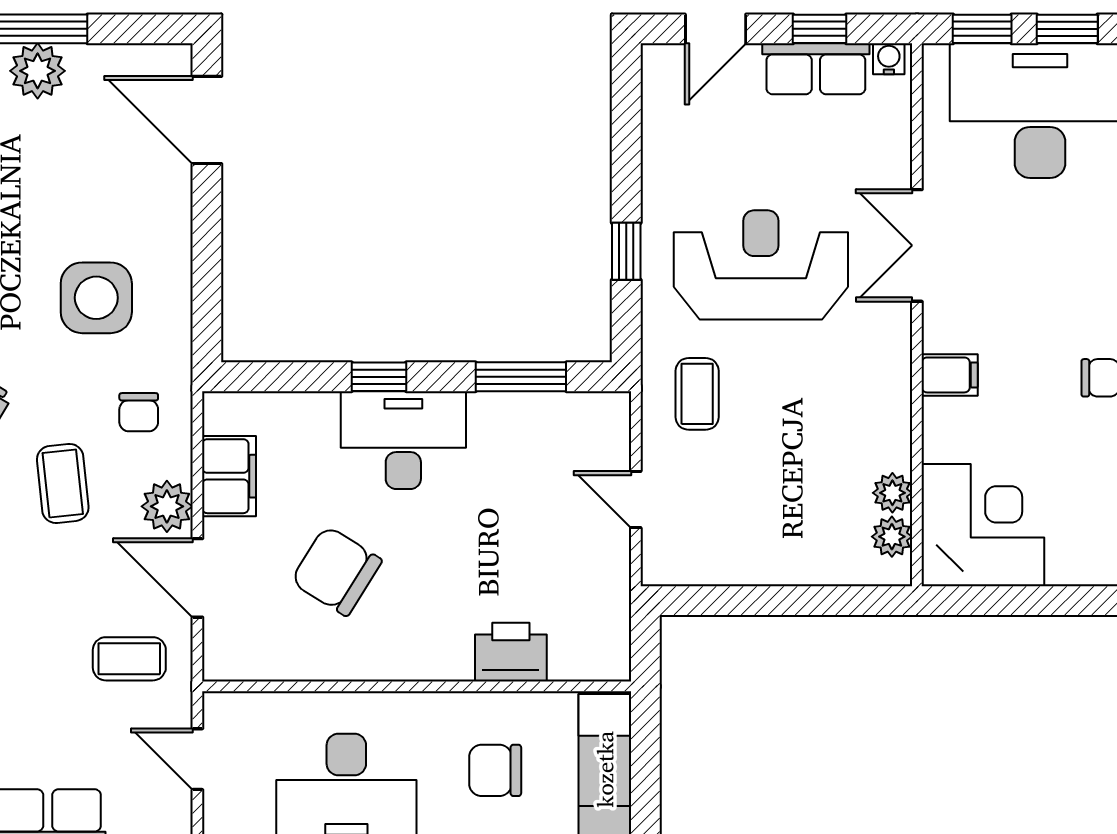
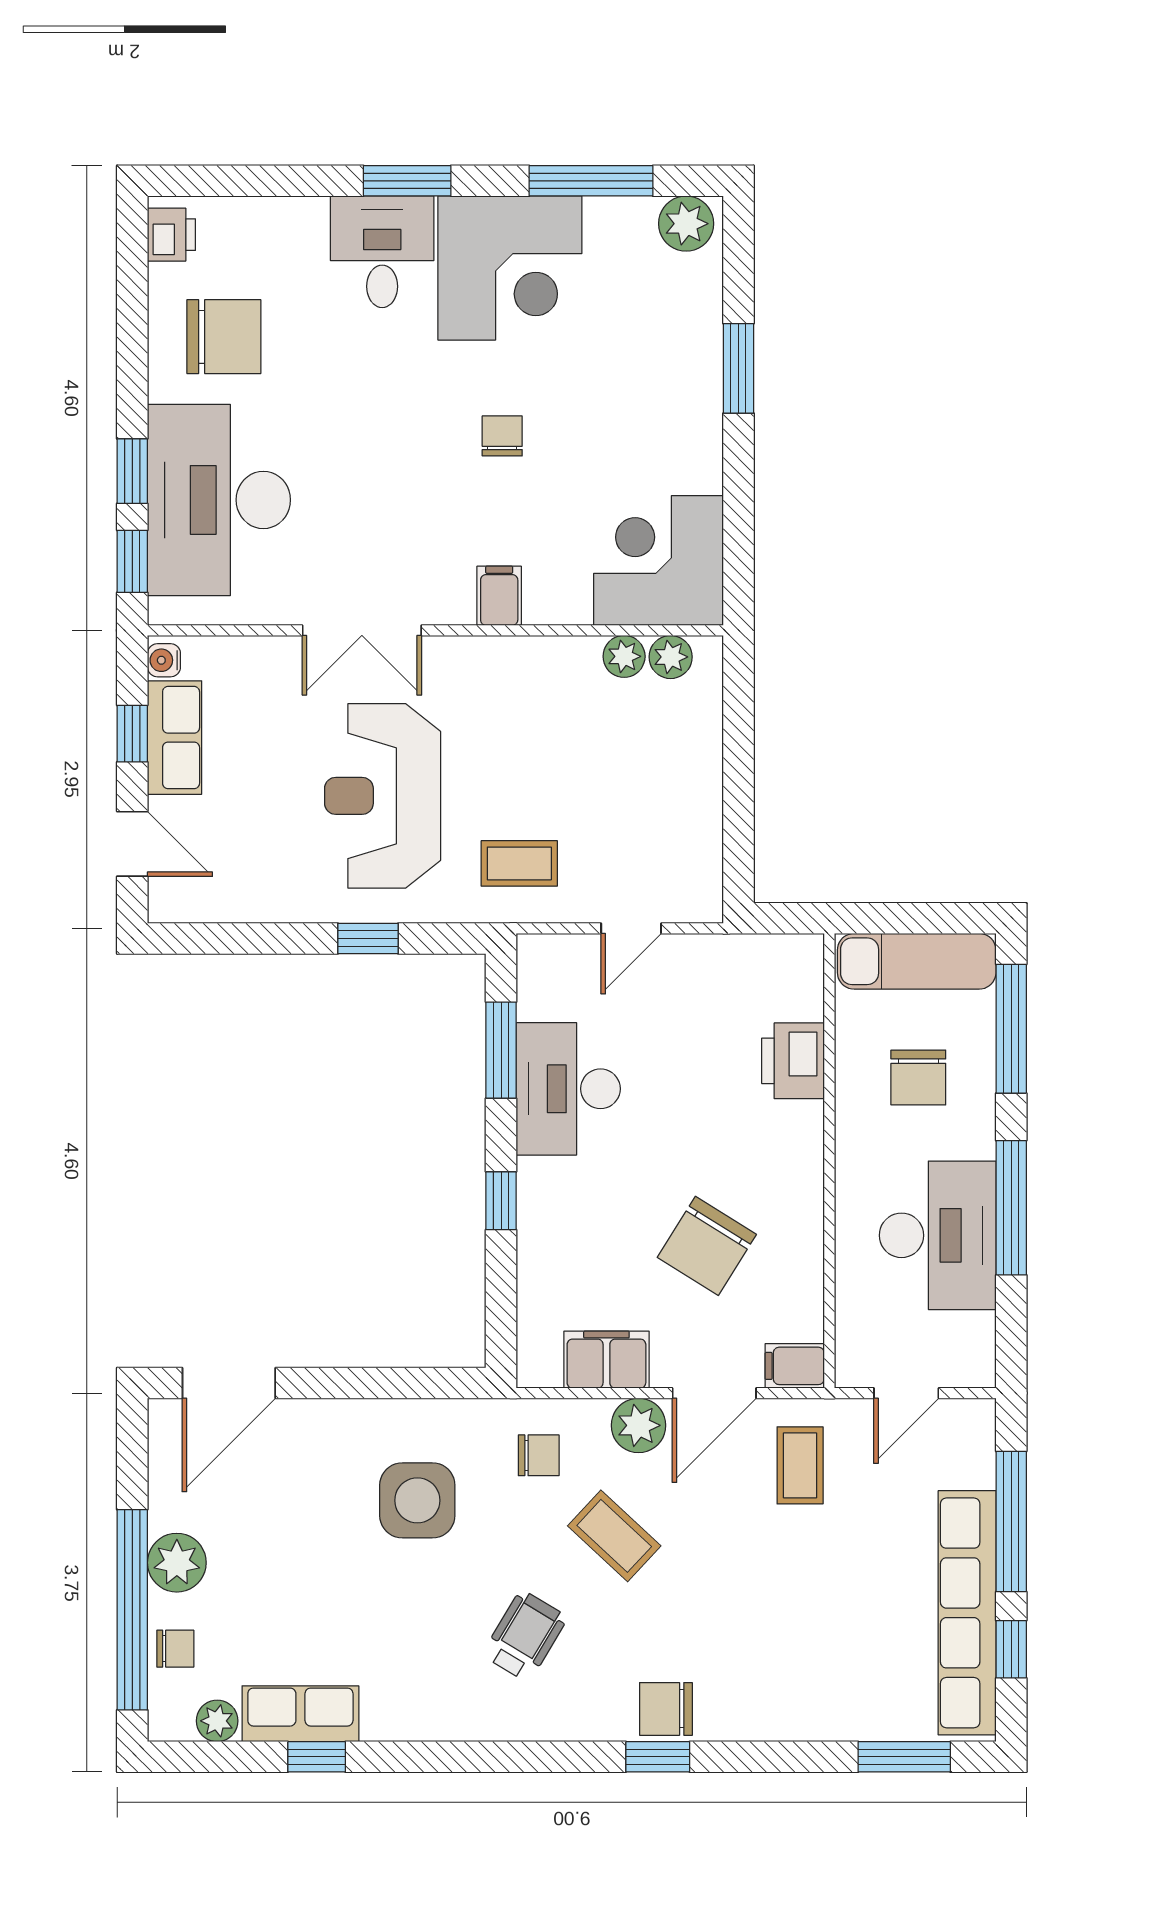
desk: (403, 440) -> (568, 1089), moved
coffee table: (63, 483) -> (614, 1536), turned 49
filing cabinet: (223, 654) -> (795, 1366), added

